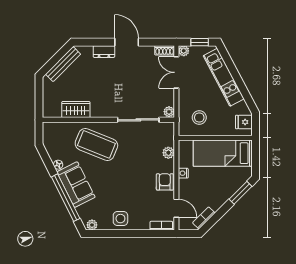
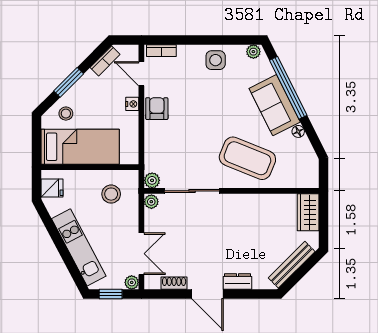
shoe rack: (165, 50) -> (174, 283), moved
wardrobe: (76, 110) -> (308, 212), moved, turned 90
plant: (168, 153) -> (152, 180), moved
nightstand: (183, 173) -> (132, 104), moved
stool: (233, 178) -> (66, 114), added
armchair: (165, 182) -> (157, 109), turned 180
window: (240, 193) -> (69, 82), moved

